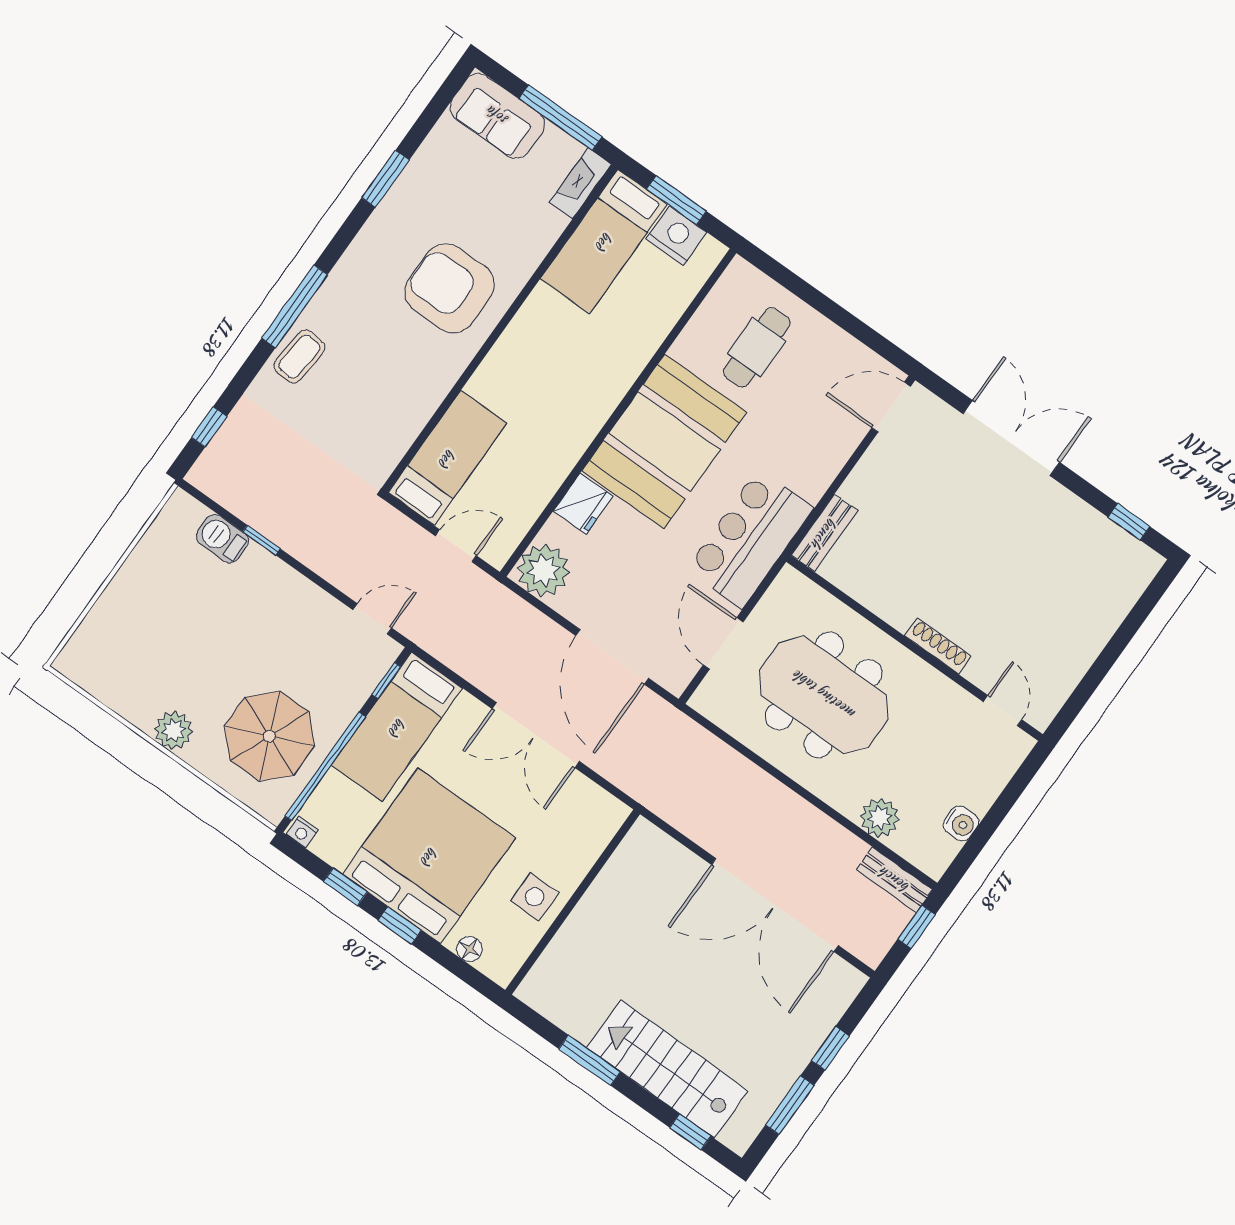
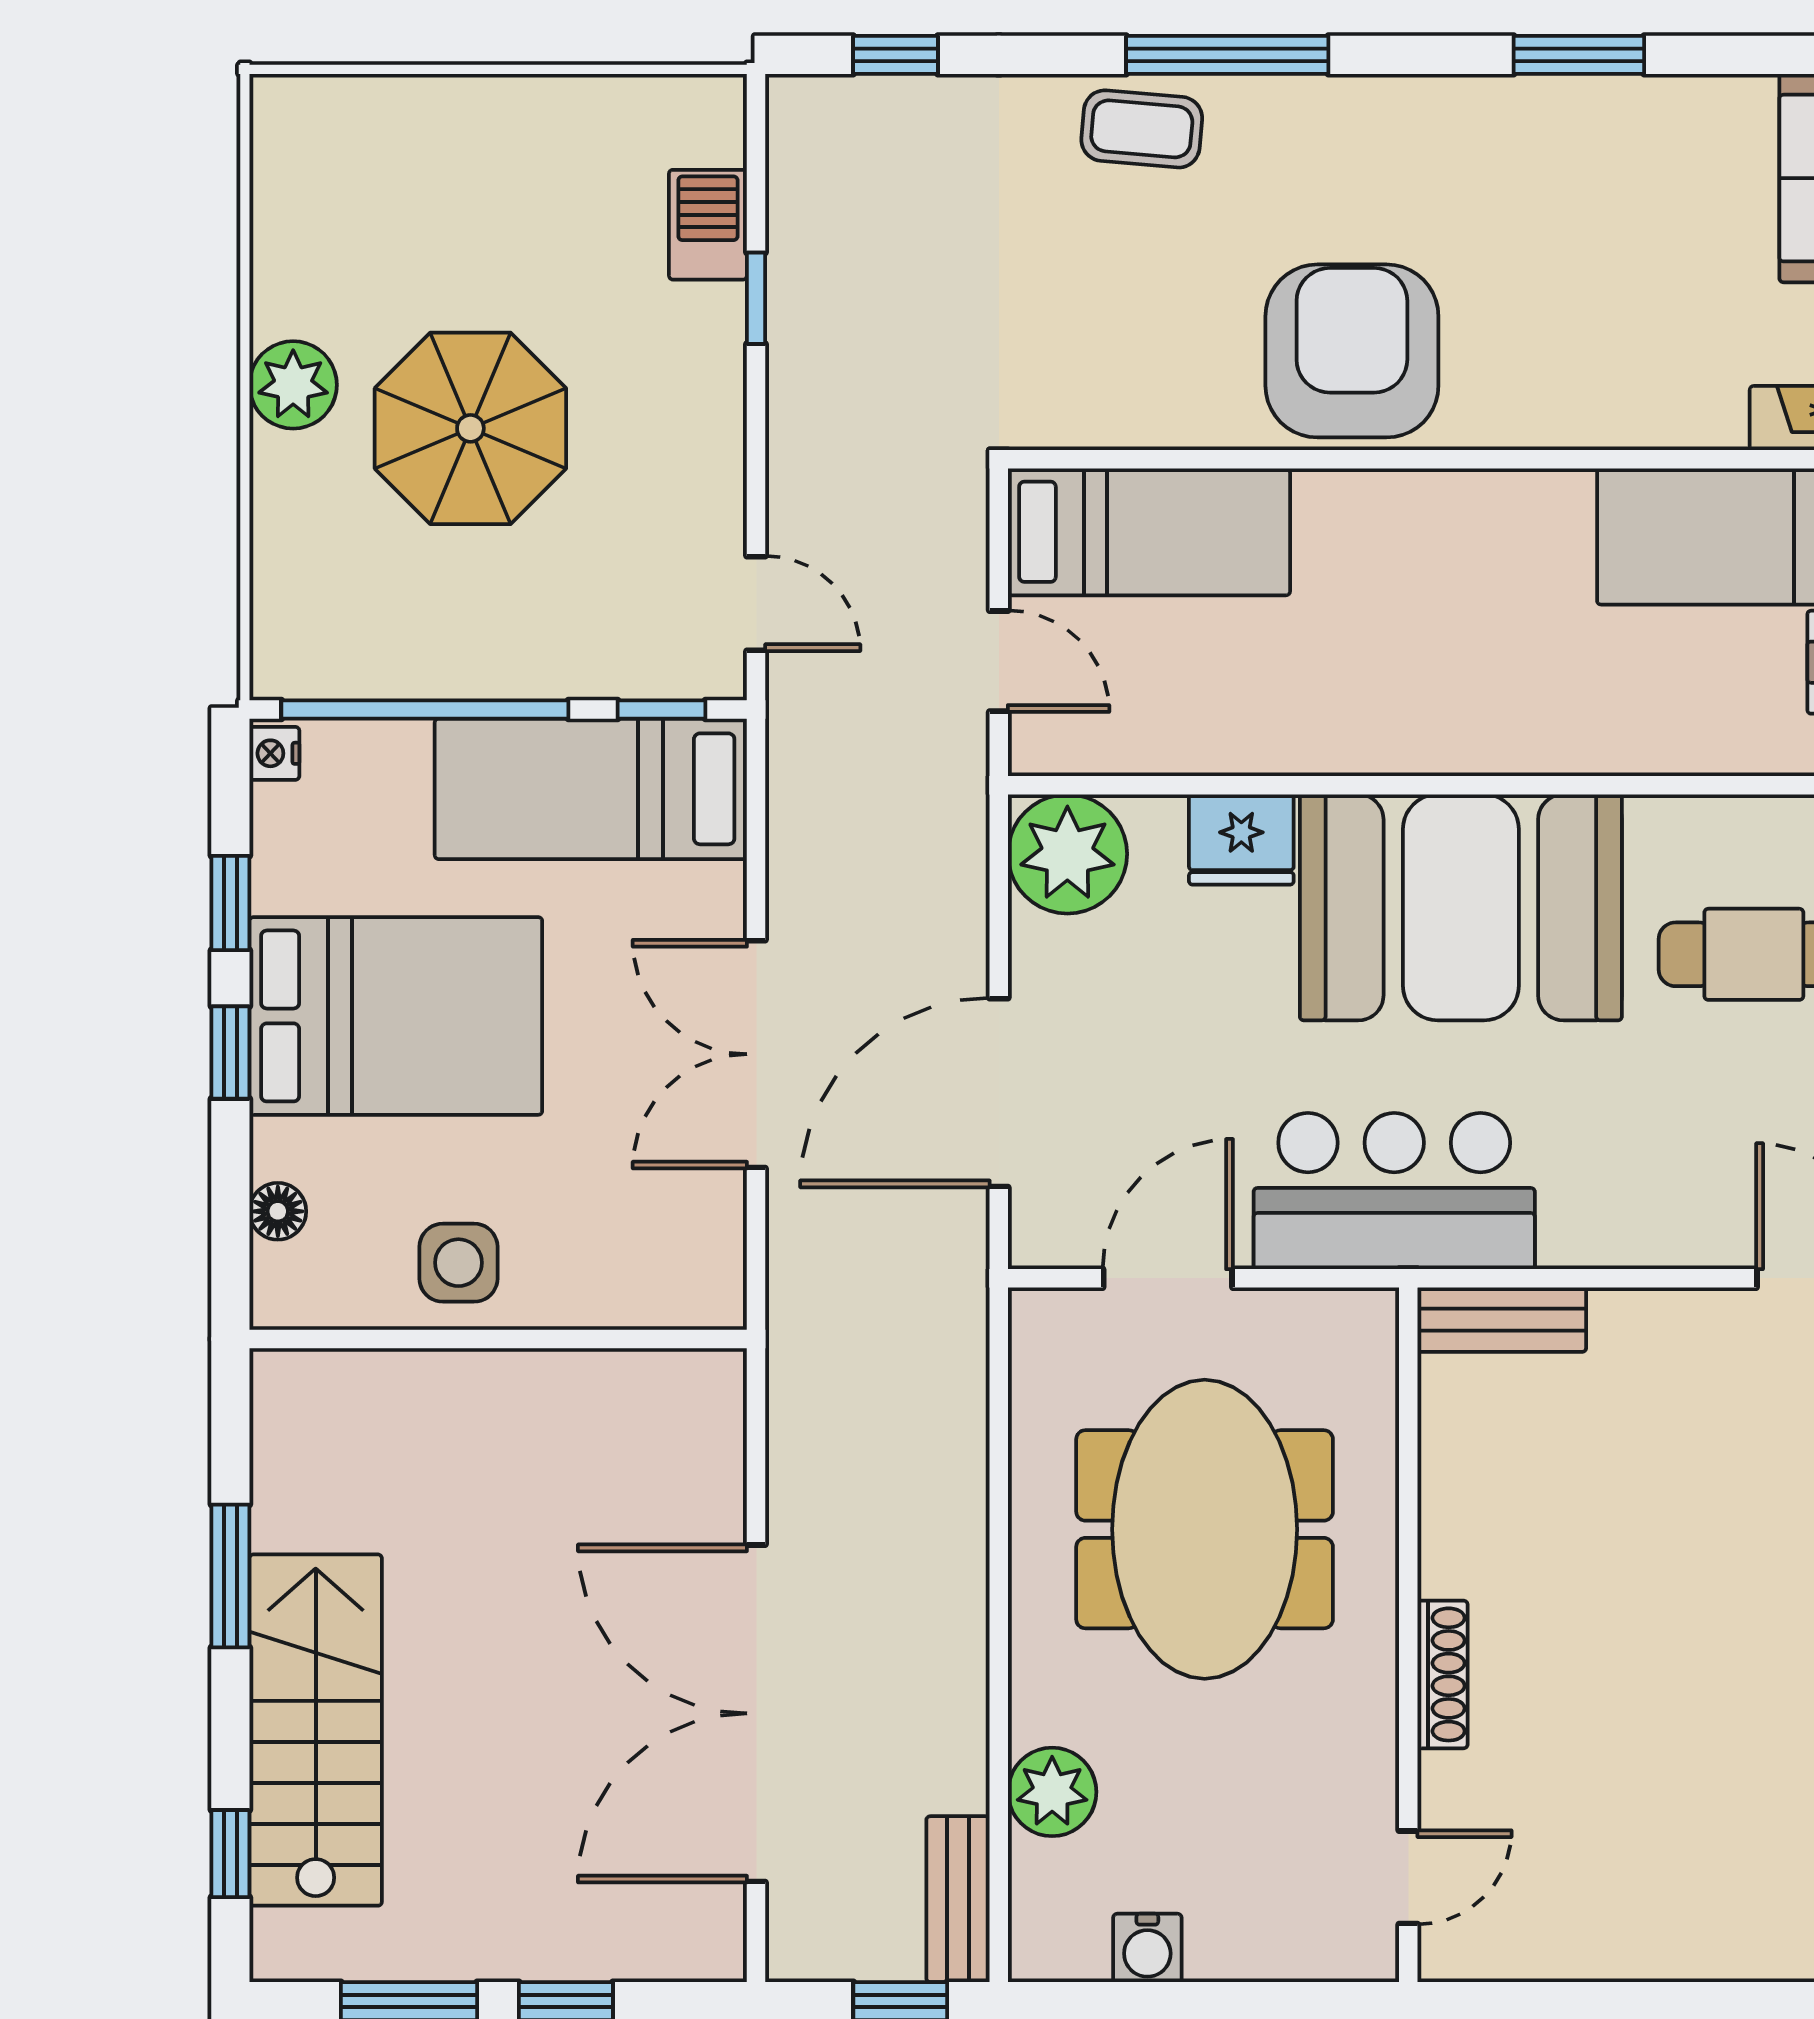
armchair: (450, 288) -> (1352, 351), moved
parasol: (269, 736) -> (470, 428), moved
bed: (429, 856) -> (396, 1016), width x0.73

